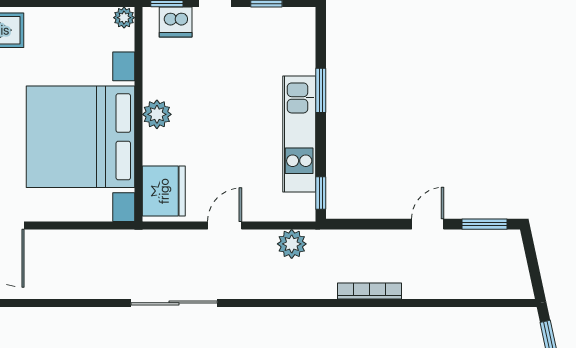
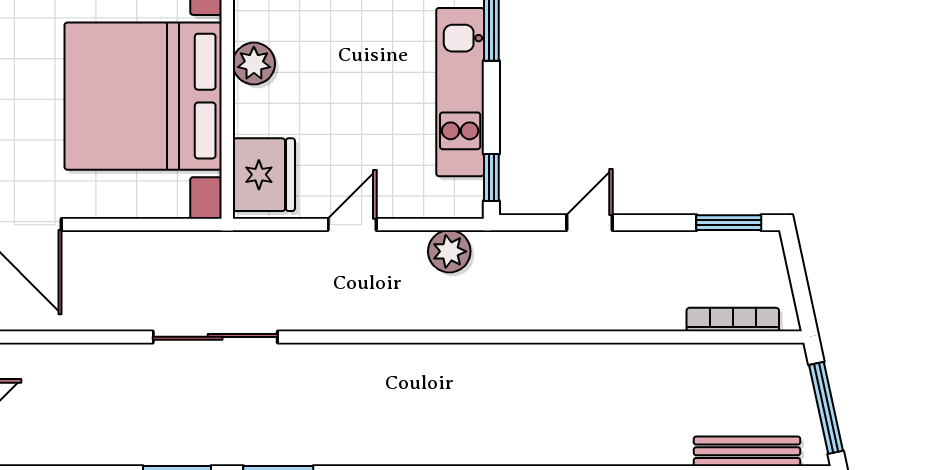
door: (428, 224) -> (590, 223), moved
bookcase: (369, 291) -> (733, 320), moved
sliding door: (174, 303) -> (215, 337), moved

